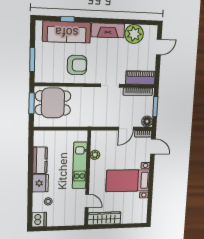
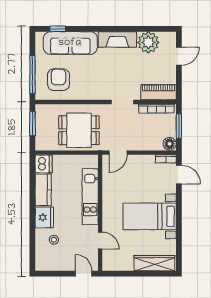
window: (67, 19) -> (58, 29), moved
window: (32, 60) -> (32, 75), width x1.44
armchair: (77, 65) -> (58, 80), moved, turned -90
dining table: (53, 103) -> (79, 130), moved
door: (126, 129) -> (118, 153), moved
plant: (95, 155) -> (108, 184), removed
wardrobe: (104, 218) -> (154, 263), moved
dishwasher: (39, 220) -> (44, 164), moved
door: (72, 228) -> (84, 274), added

